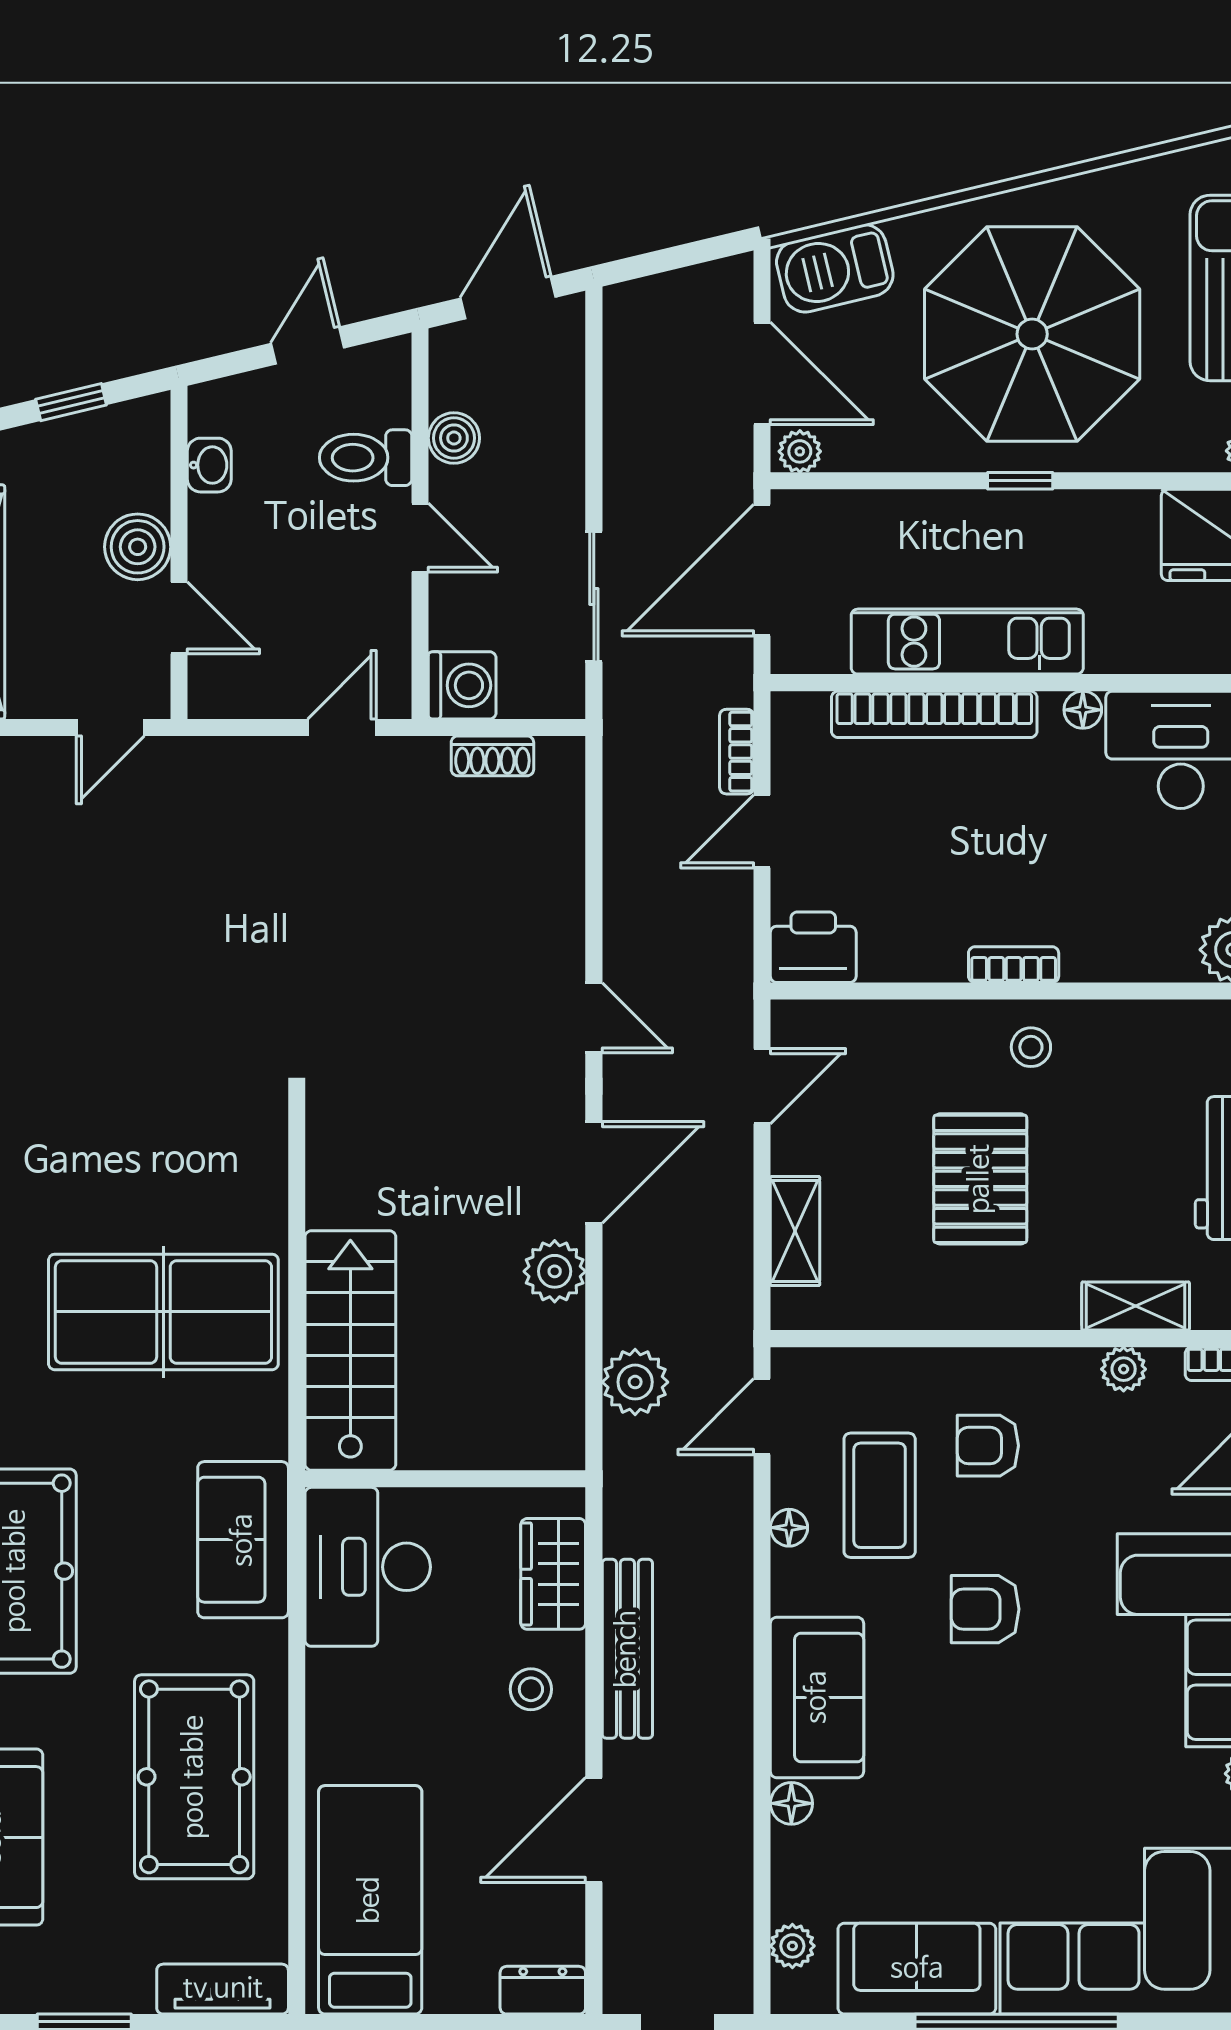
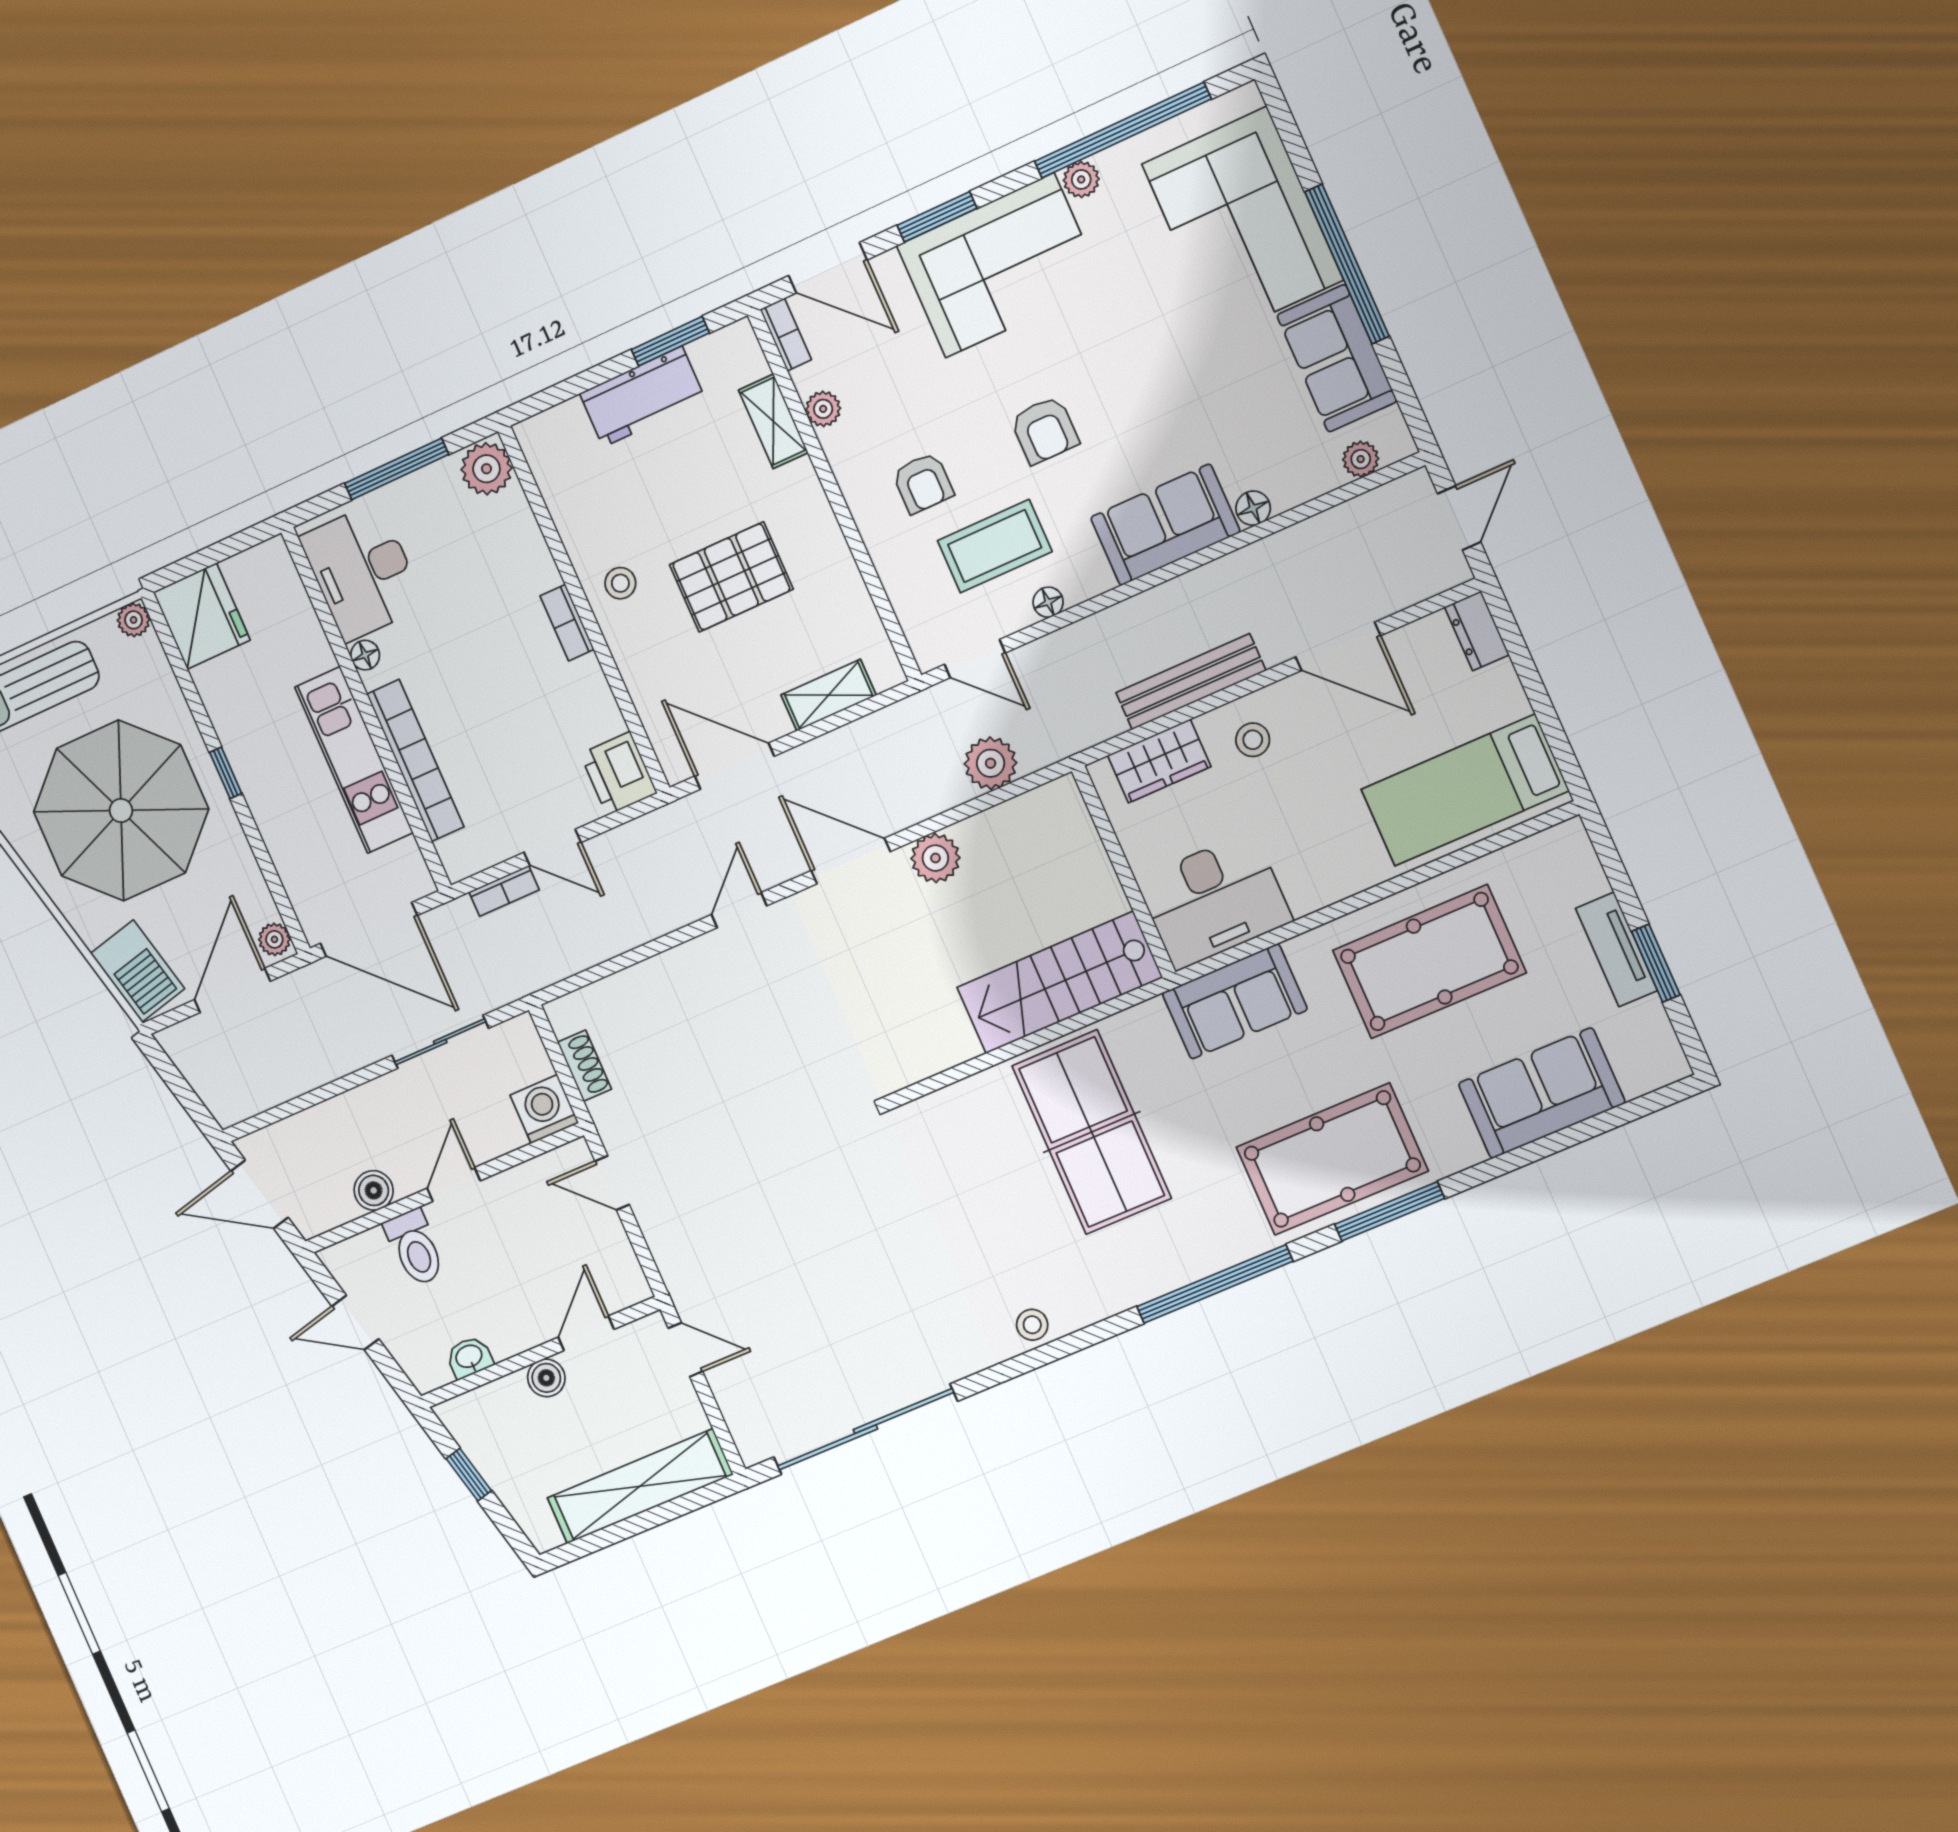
boiler: (138, 547) -> (546, 1378), width x0.73, depth x0.73
door: (762, 1086) -> (734, 766), width x1.38
tv unit: (223, 1989) -> (1616, 949), moved

